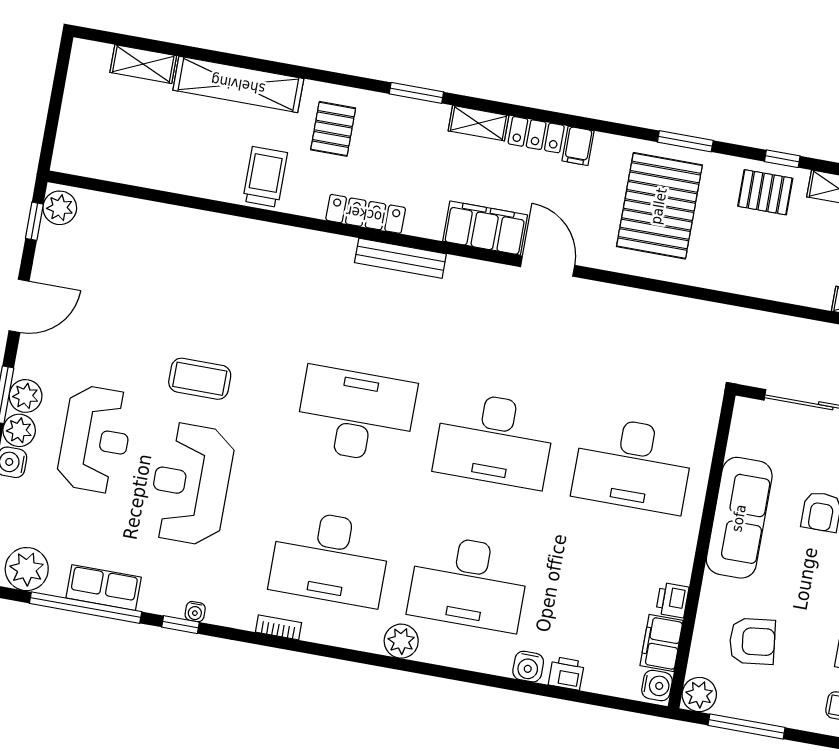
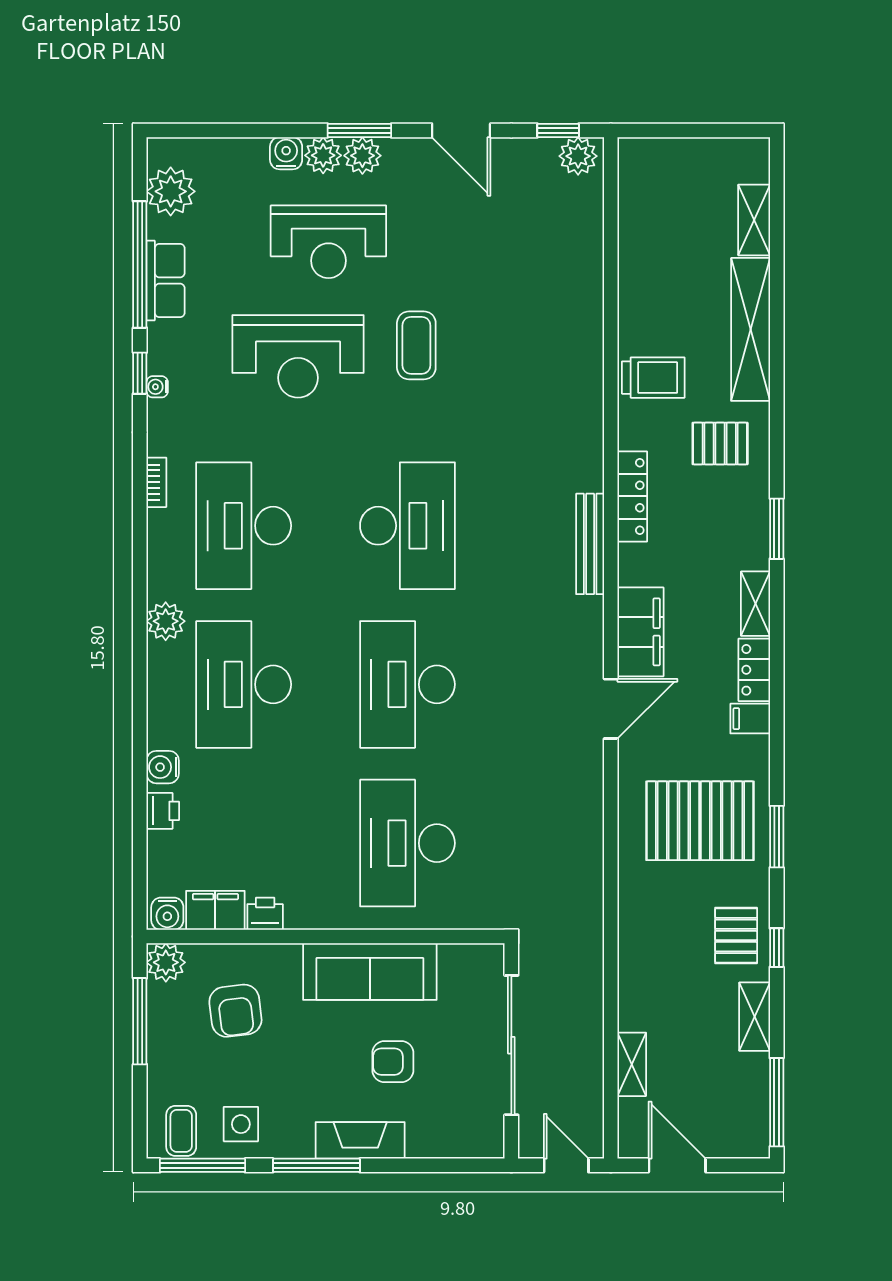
reception desk: (191, 484) -> (298, 356), turned 180

